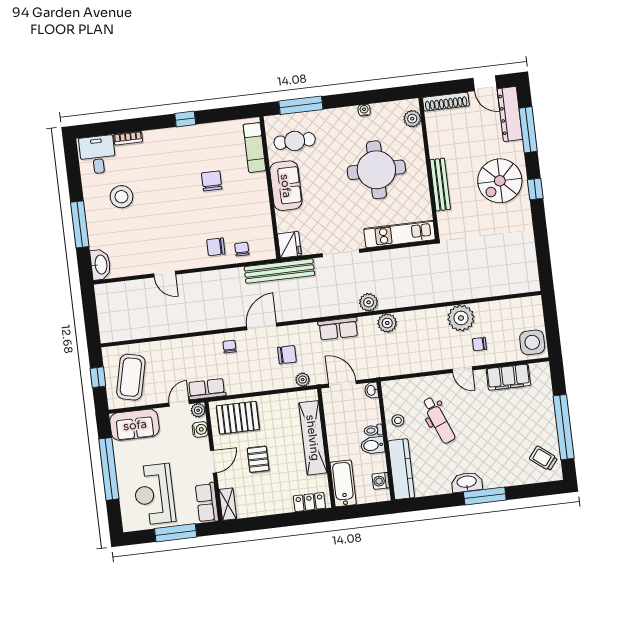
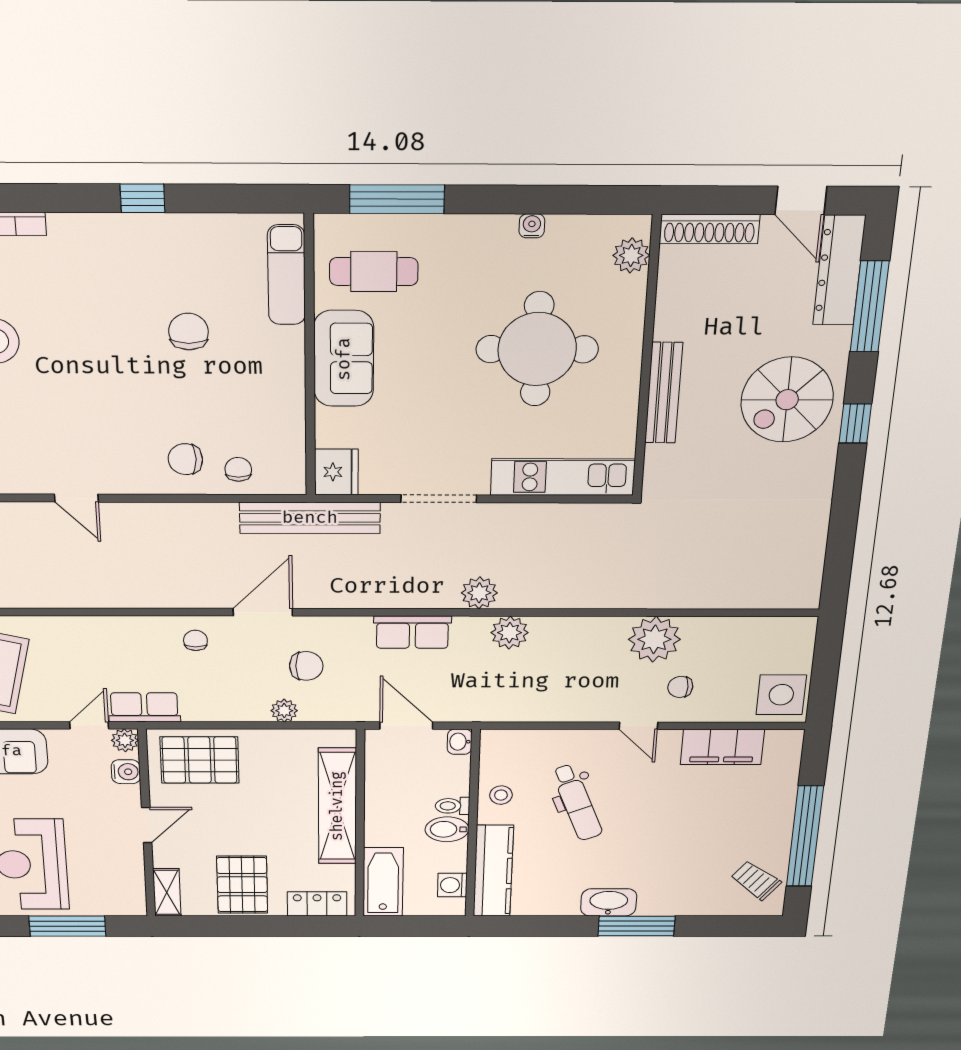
plant: (303, 380) -> (284, 711), moved
pallet: (258, 459) -> (242, 885), moved, width x1.50, depth x1.42
row of seats: (207, 503) -> (129, 886), removed

